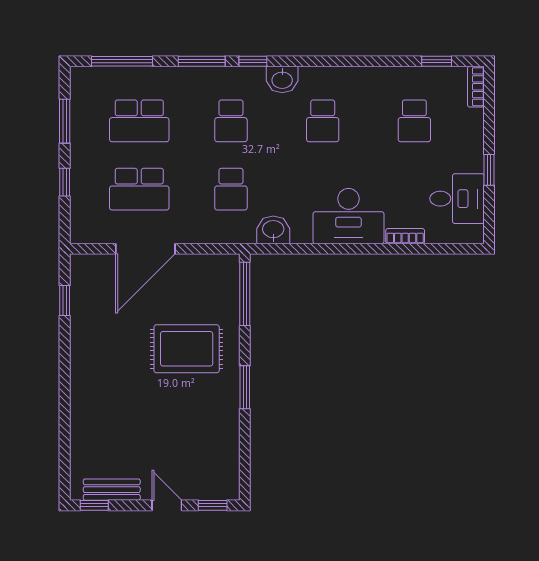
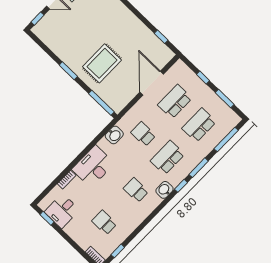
school desk: (231, 121) -> (167, 158), width x1.85
window: (489, 170) -> (47, 218), moved

